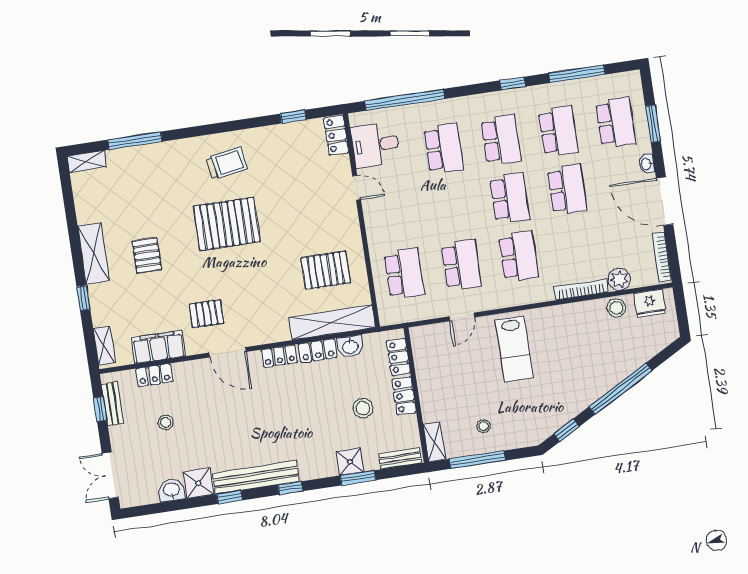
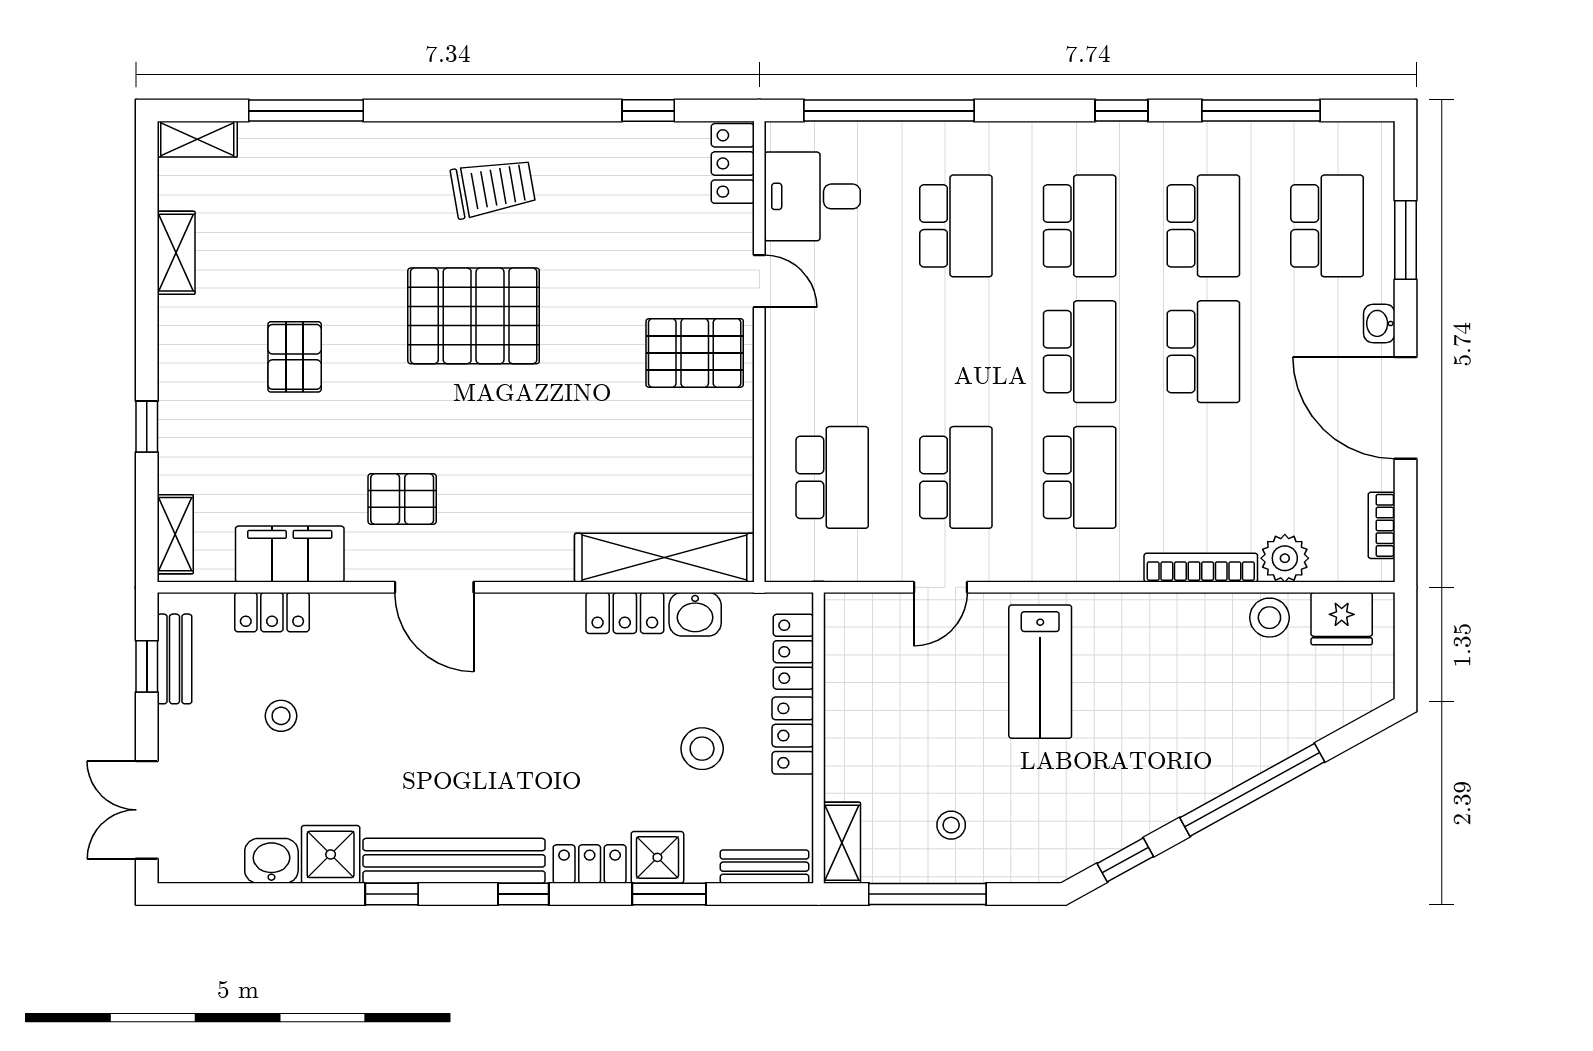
shelving: (93, 254) -> (176, 253), moved, width x0.67, depth x0.75
bookcase: (662, 257) -> (1382, 525), width x0.64
pallet: (326, 270) -> (695, 353), moved
locker: (279, 356) -> (590, 864), moved, turned 180

